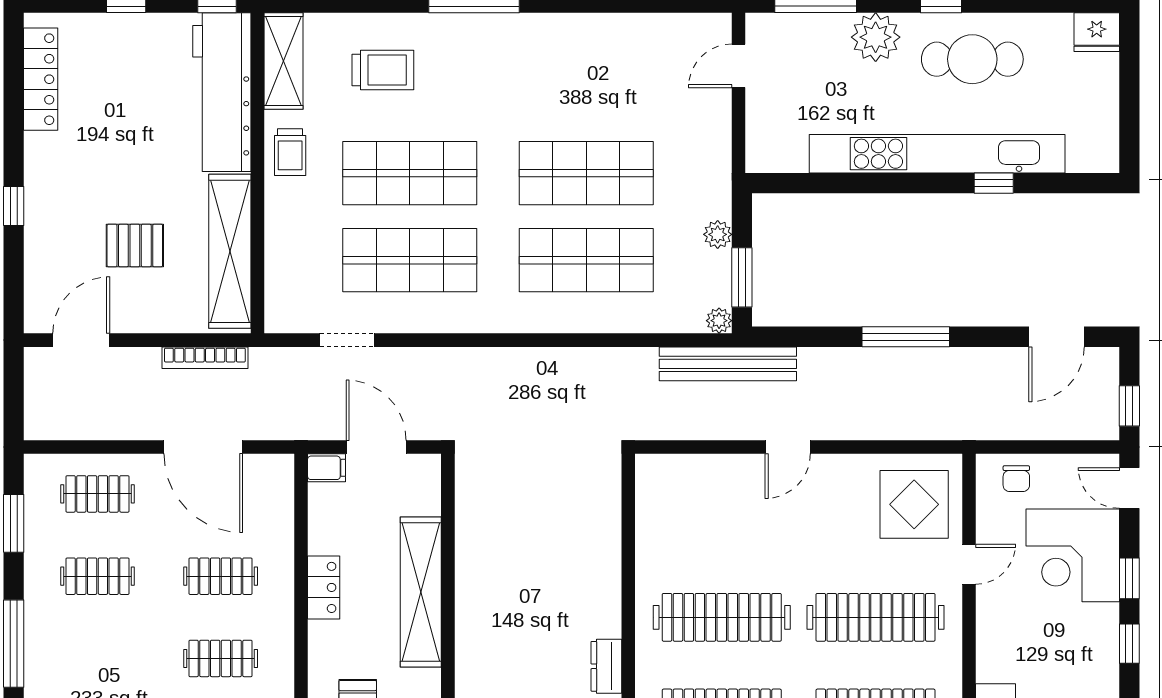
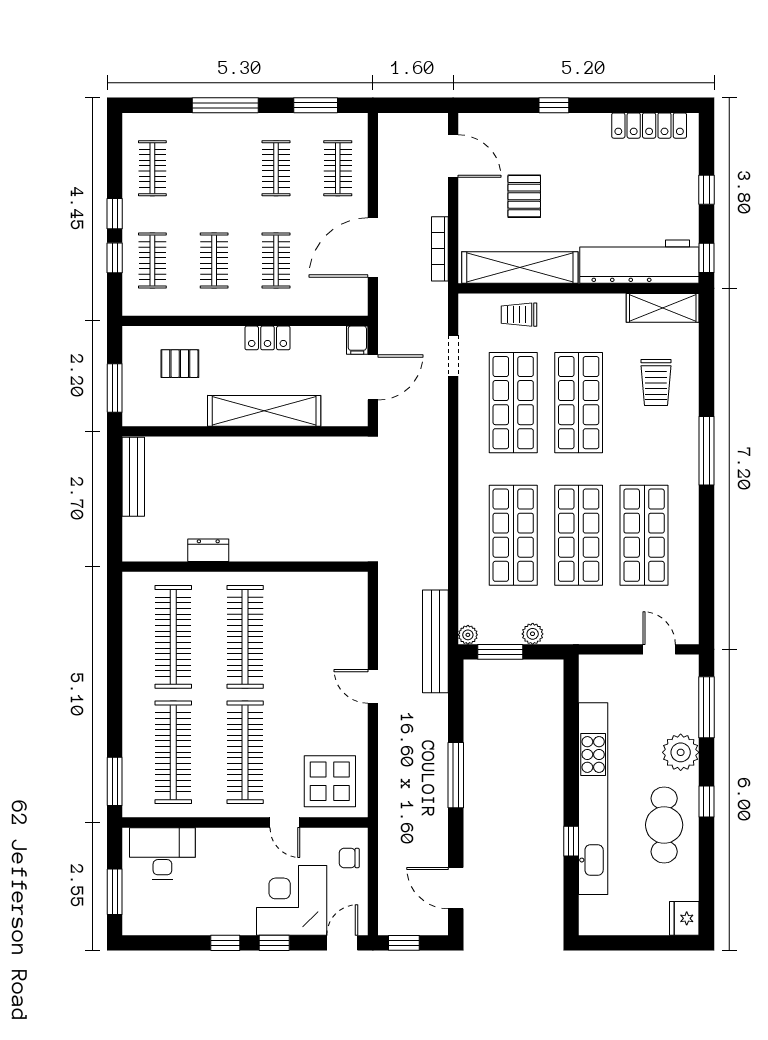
shop shelf: (586, 86) -> (644, 535), added
trolley: (290, 152) -> (519, 315), moved

